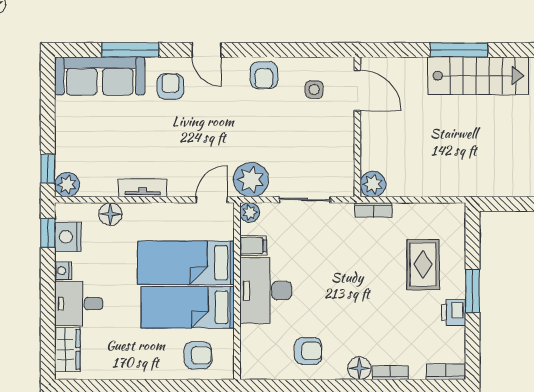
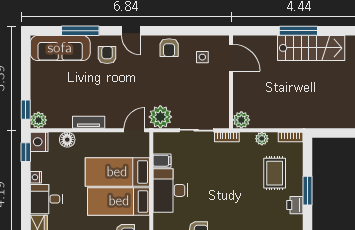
bookcase: (373, 210) -> (227, 137), moved
bookcase: (447, 210) -> (291, 137), added
plant: (250, 212) -> (262, 139), moved
nightstand: (68, 237) -> (39, 142), moved

